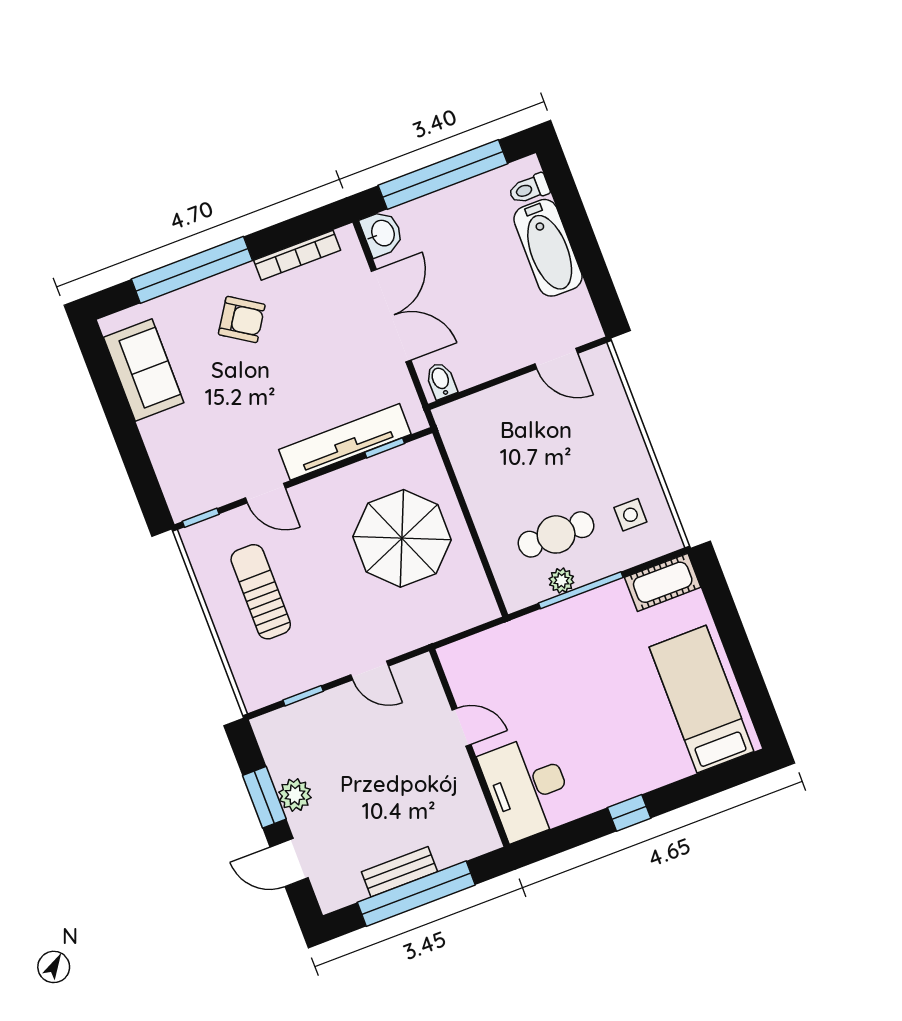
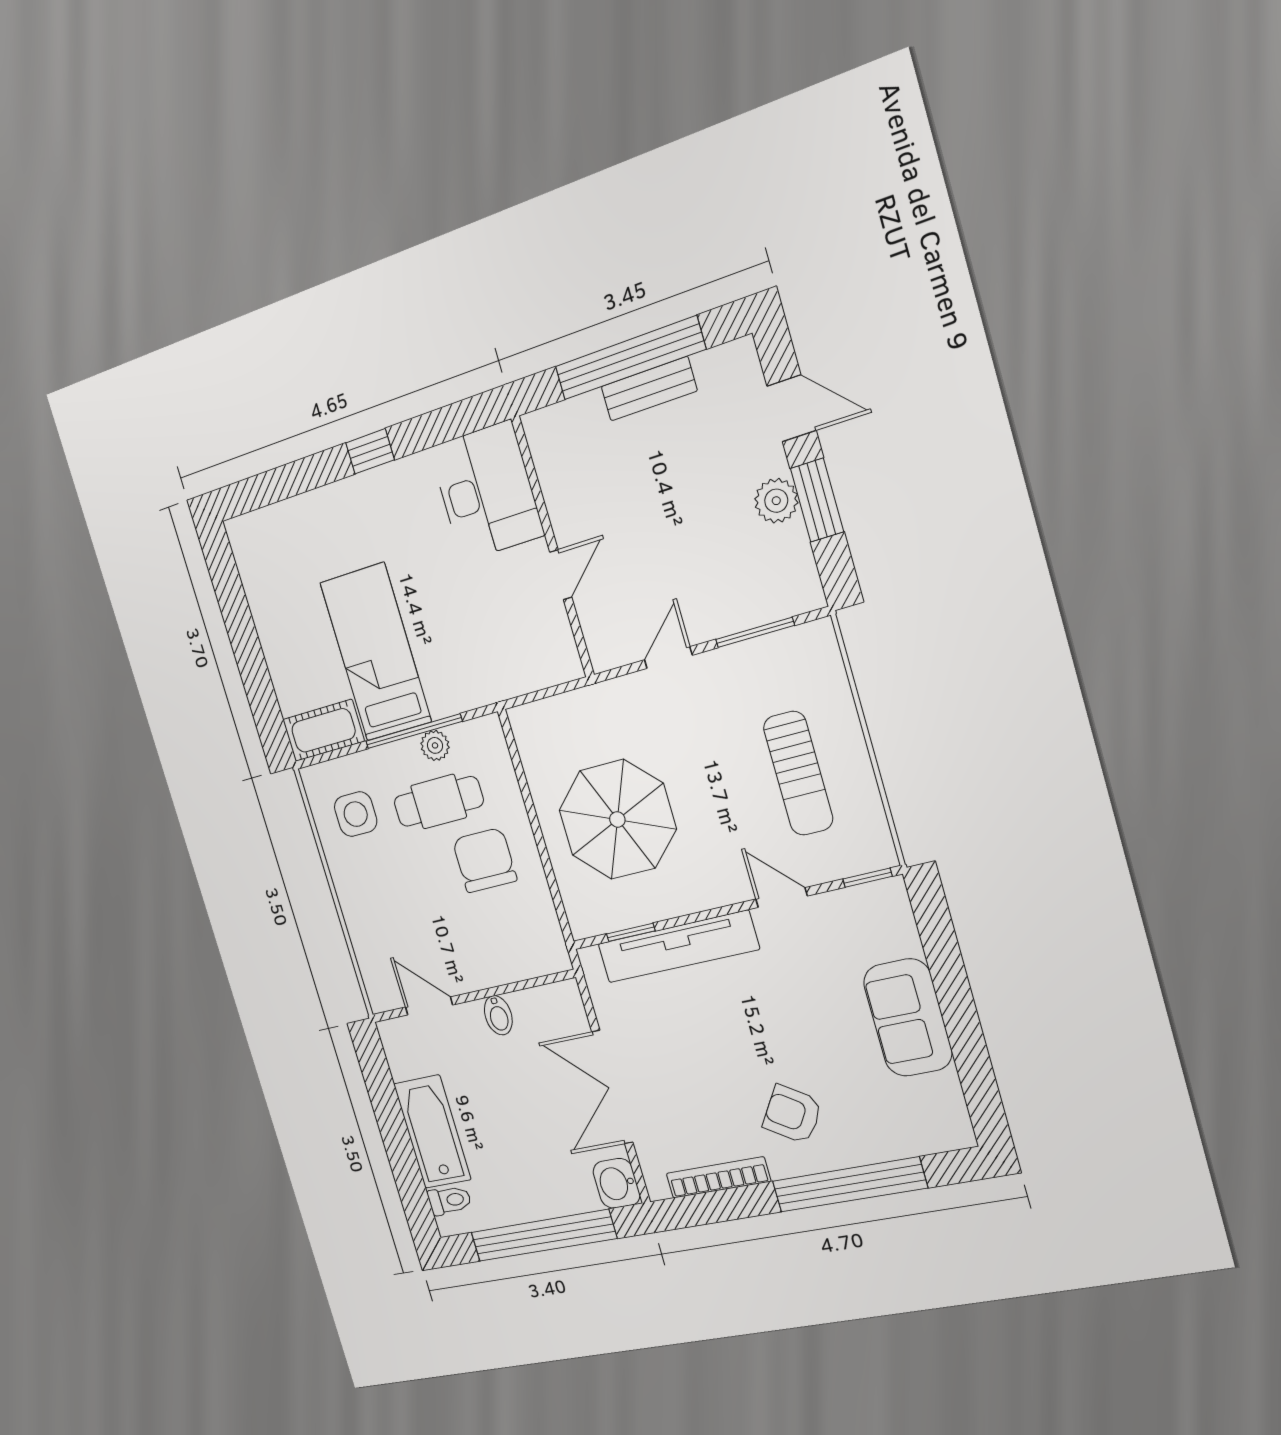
sofa: (144, 370) -> (908, 1018), moved
bidet: (441, 381) -> (498, 1015), moved
chair: (513, 491) -> (485, 860), added
side table: (630, 515) -> (356, 814), width x1.37, depth x1.37
door: (370, 670) -> (668, 658), hinge flipped
window: (303, 696) -> (755, 632), width x1.50
bed: (702, 699) -> (376, 652), moved, turned 180
door: (461, 727) -> (561, 575), swing flipped

